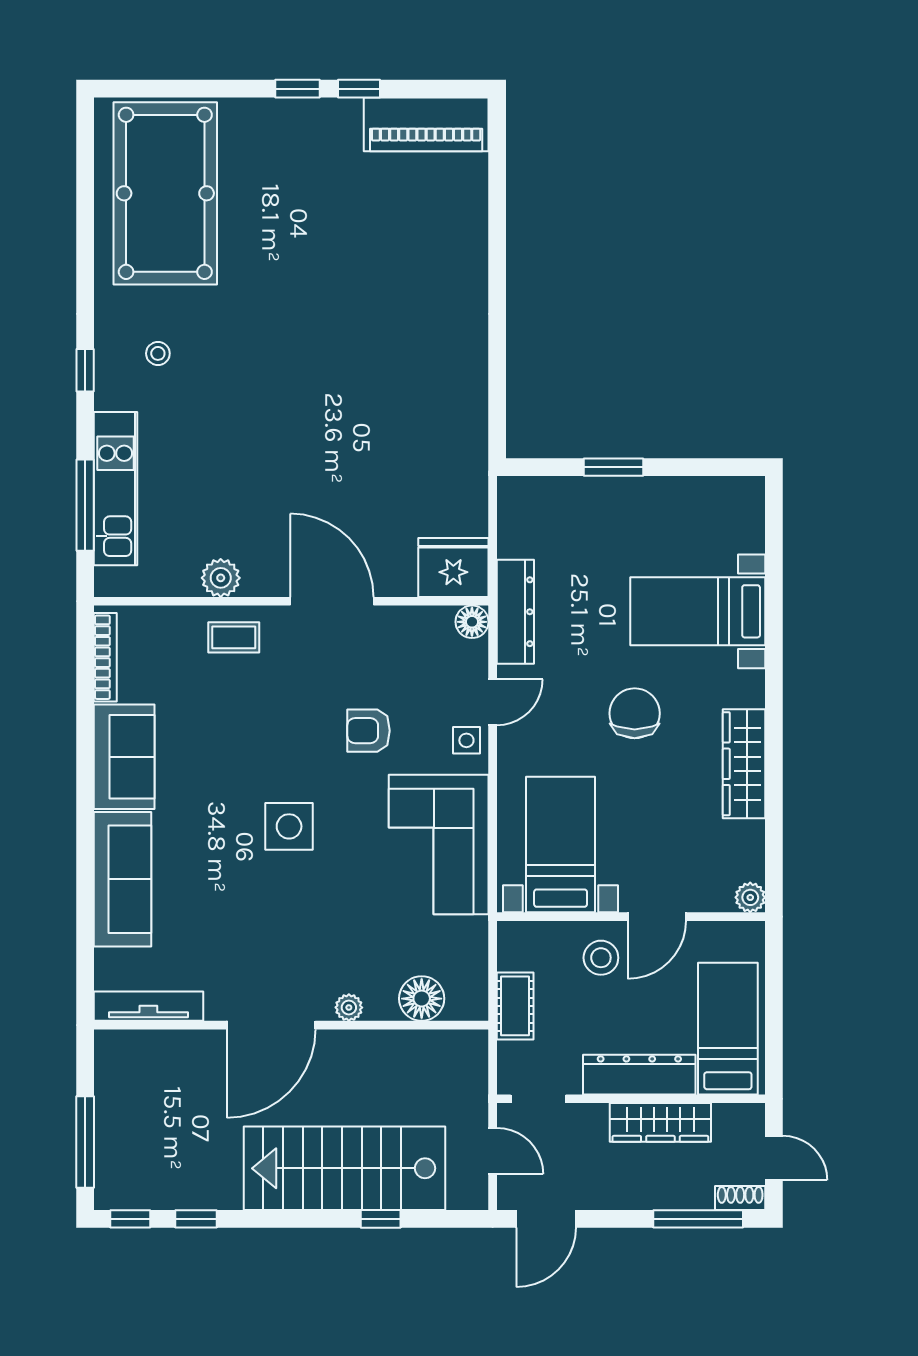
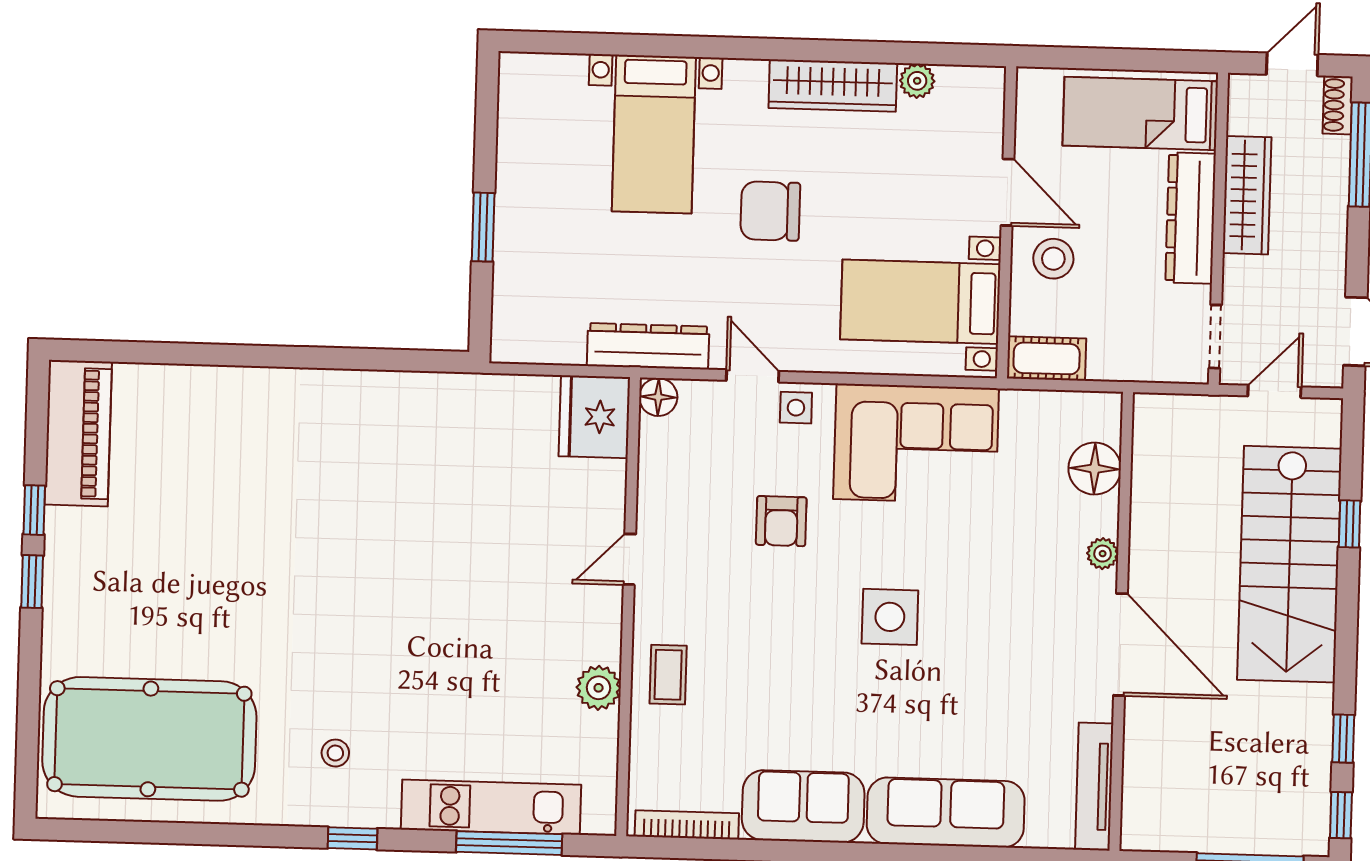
door: (332, 601) -> (629, 559), width x0.53
plant: (750, 897) -> (917, 81), moved
cot: (515, 1006) -> (1047, 358), moved

